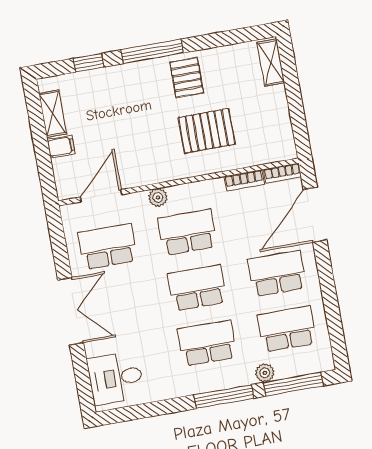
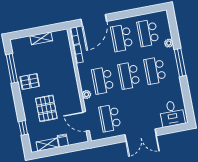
window: (152, 51) -> (12, 68), moved
shelving: (271, 62) -> (41, 38), moved
pallet: (207, 131) -> (46, 108), moved
door: (315, 215) -> (94, 20), hinge flipped
double door: (71, 311) -> (141, 135), swing flipped
window: (293, 384) -> (174, 30), removed

